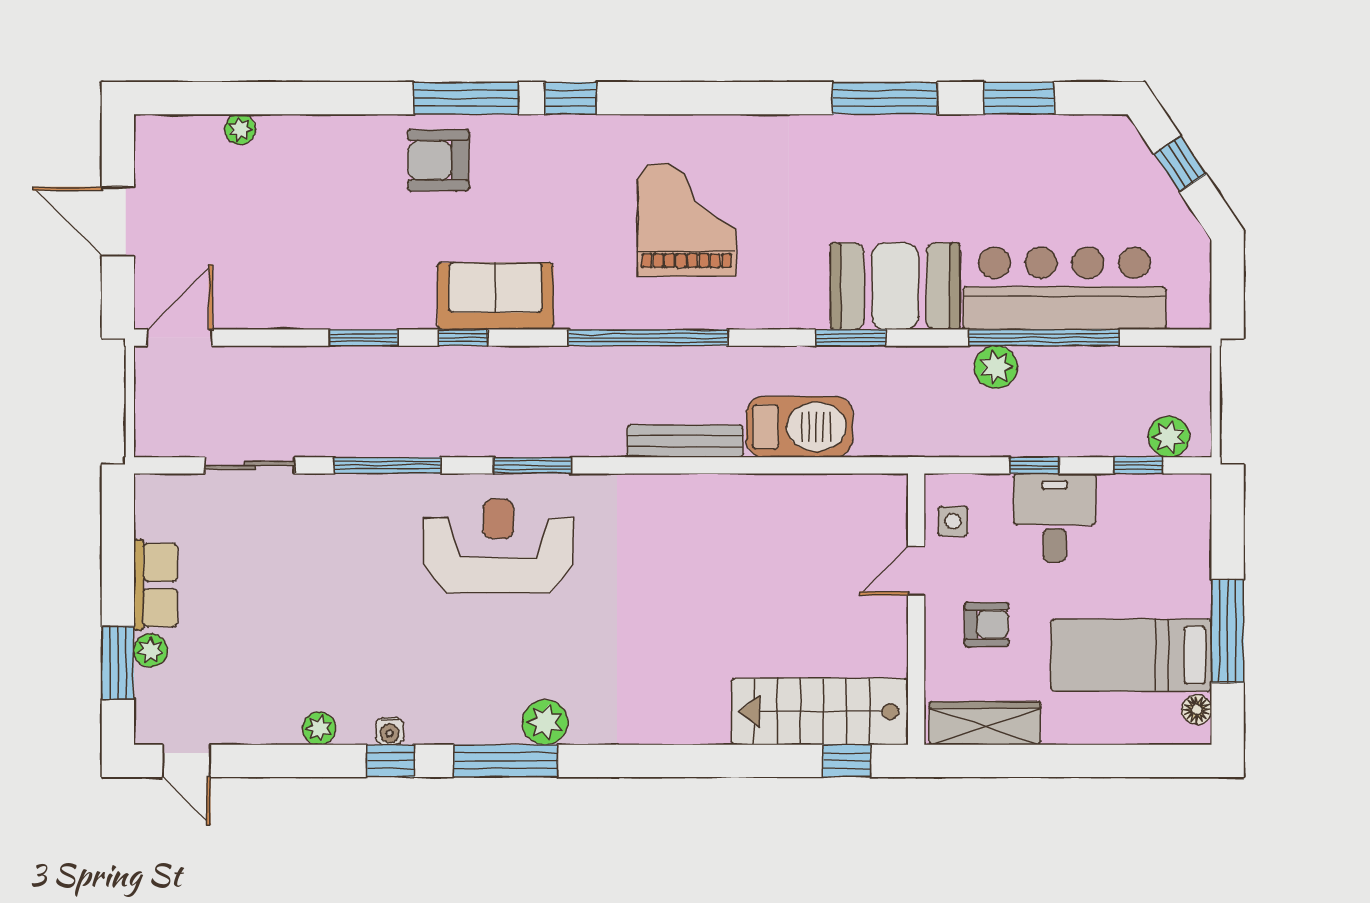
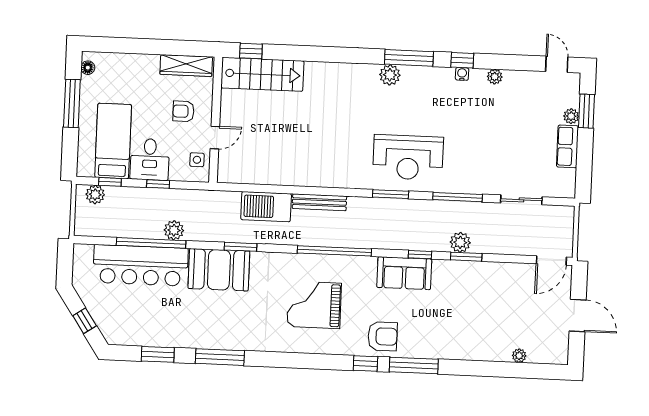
armchair: (438, 160) -> (382, 336), moved
grand piano: (687, 220) -> (314, 305), turned 90
plant: (378, 368) -> (460, 242), added
bed: (1131, 655) -> (113, 141), moved, turned -90

